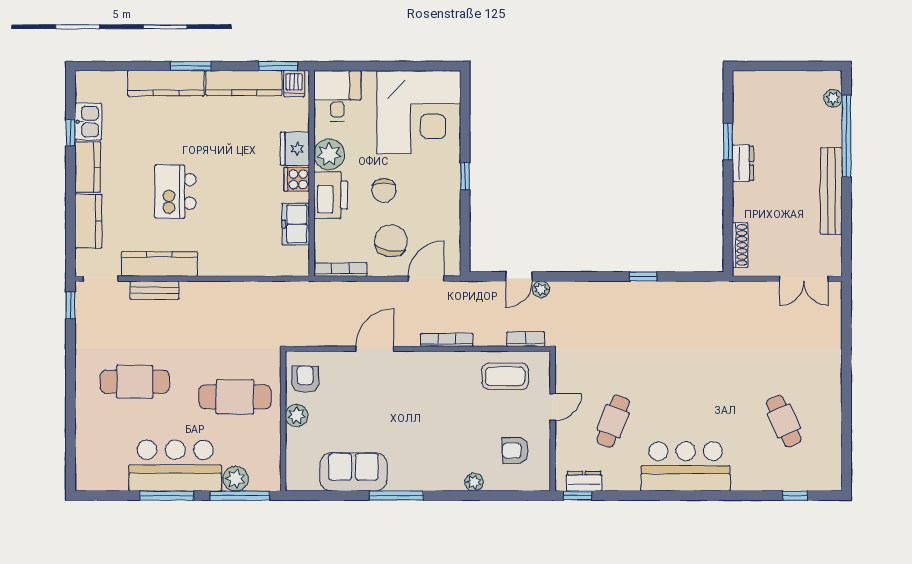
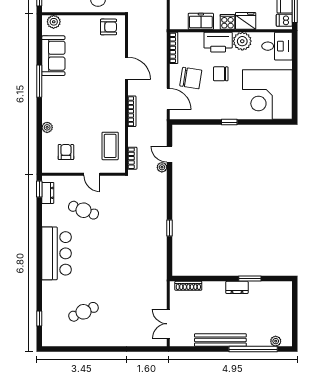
plant: (297, 415) -> (54, 22), moved

